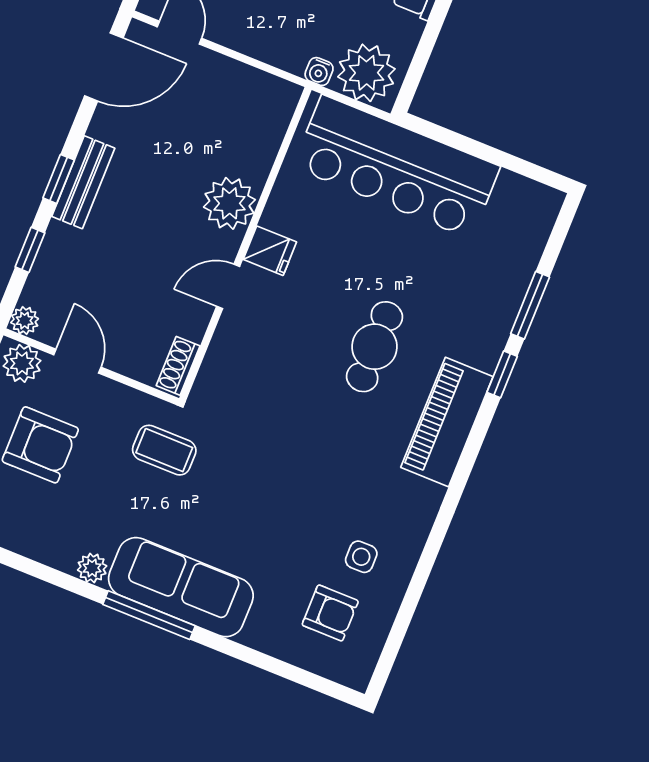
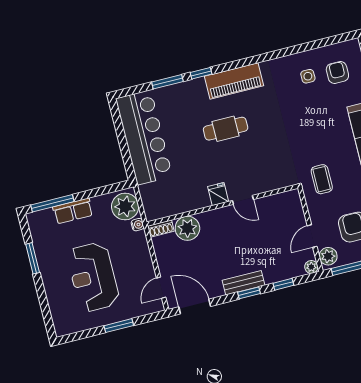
bar counter: (396, 167) -> (144, 137), moved
plant: (229, 203) -> (187, 228), moved
shoe rack: (178, 366) -> (161, 229), moved

